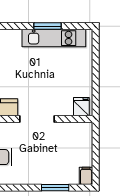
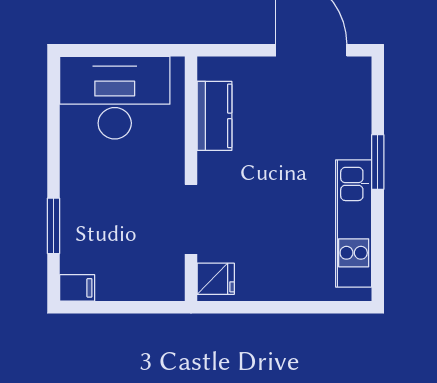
window: (47, 26) -> (378, 162), moved
doorway: (37, 119) -> (191, 219), moved

